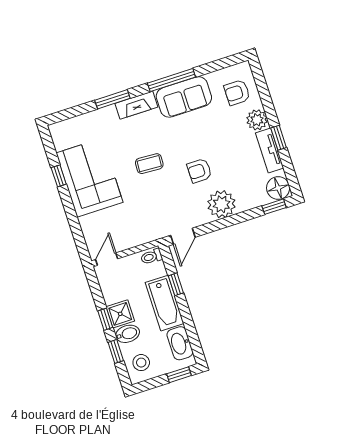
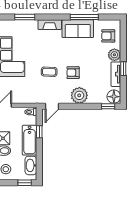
window: (171, 80) -> (84, 17), moved
window: (112, 99) -> (25, 17), moved
coffee table: (149, 164) -> (49, 72), moved

